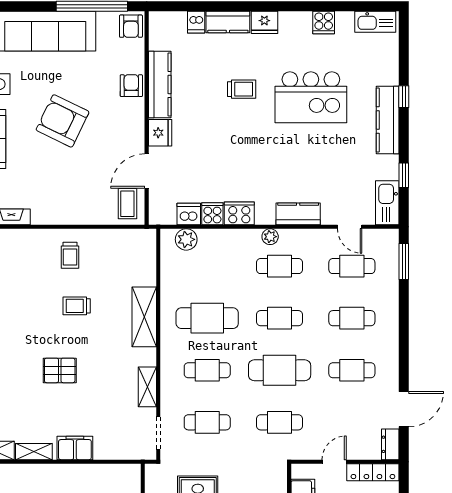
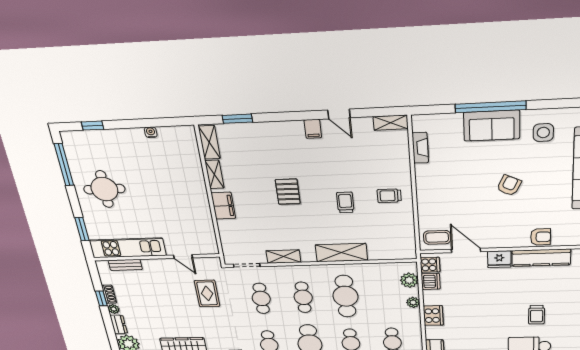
armchair: (63, 121) -> (509, 185), width x0.53, depth x0.53
cooker: (212, 214) -> (430, 265), moved
plant: (270, 237) -> (413, 302), moved

